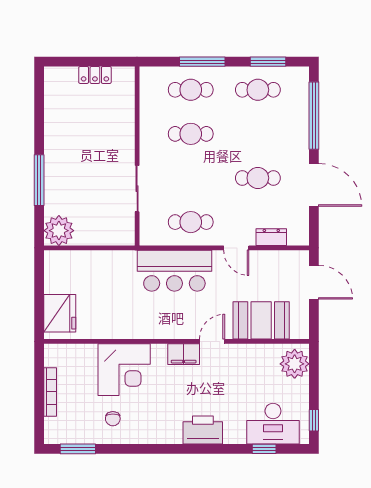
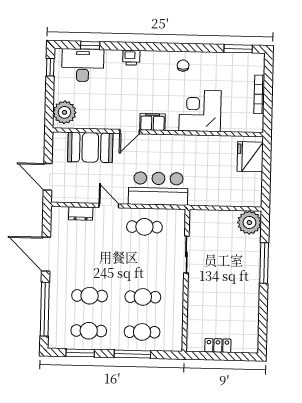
cafe table: (258, 178) -> (90, 296), moved
chair: (113, 419) -> (183, 66), moved
printer: (203, 430) -> (131, 58), width x0.53, depth x0.68

